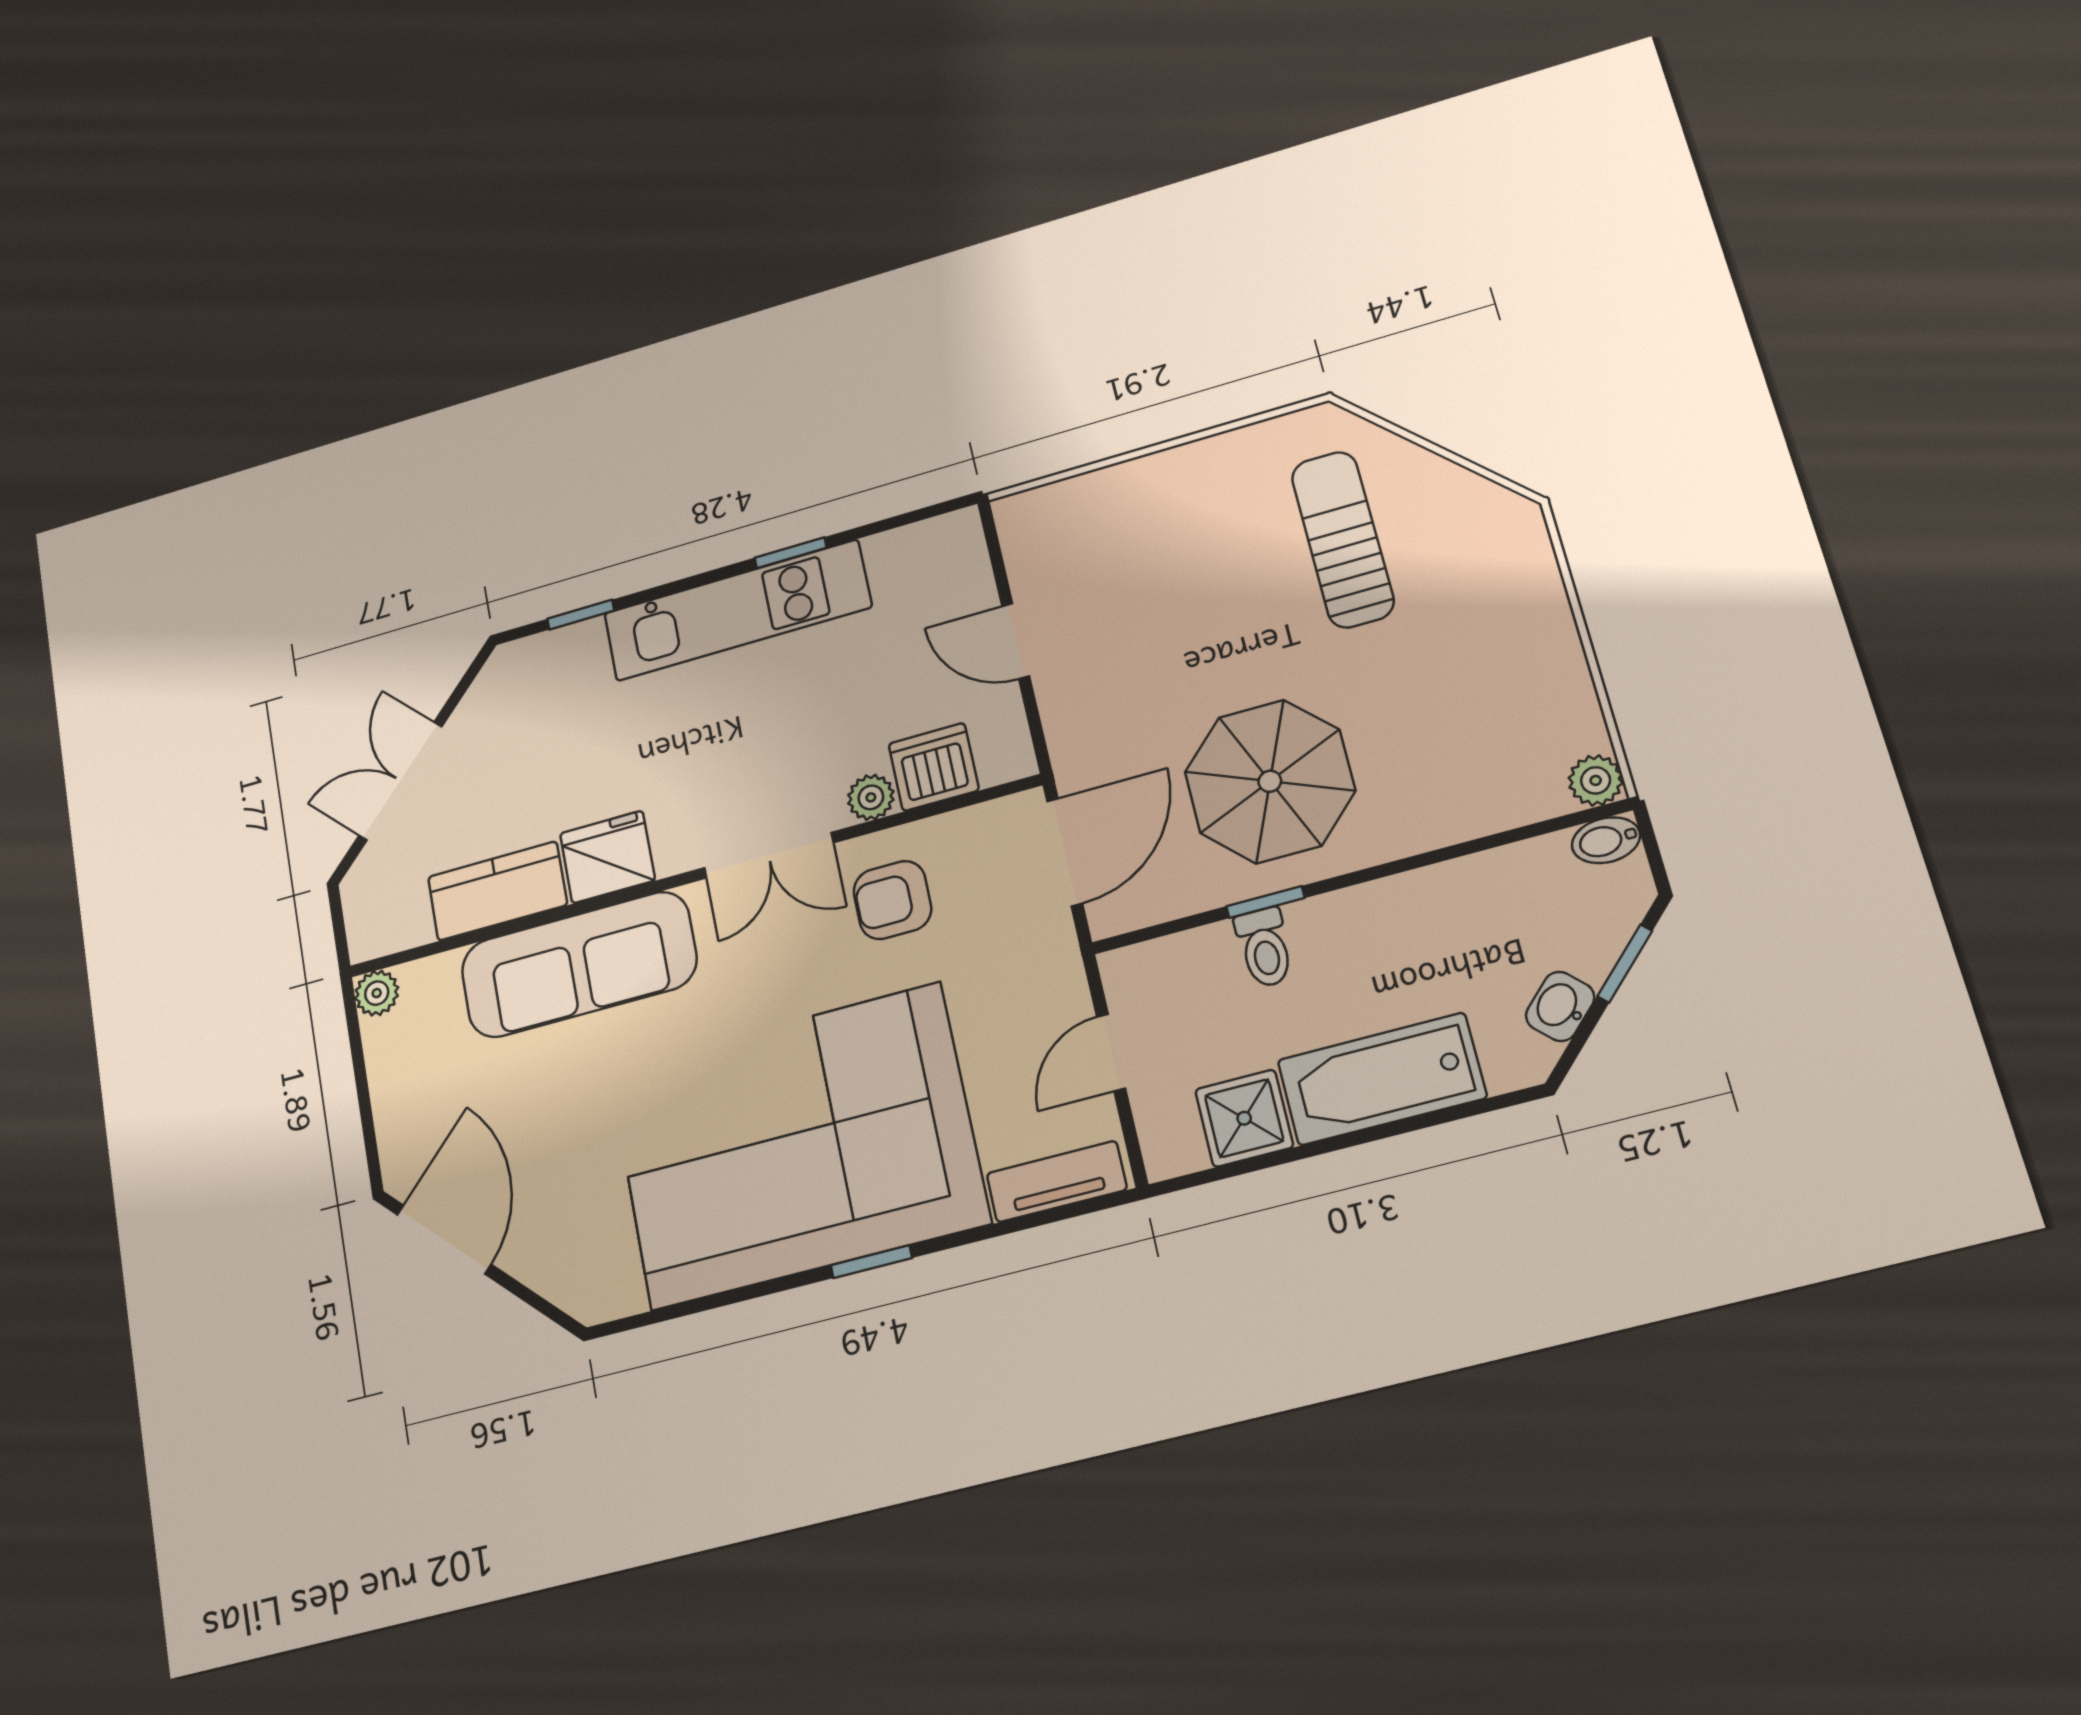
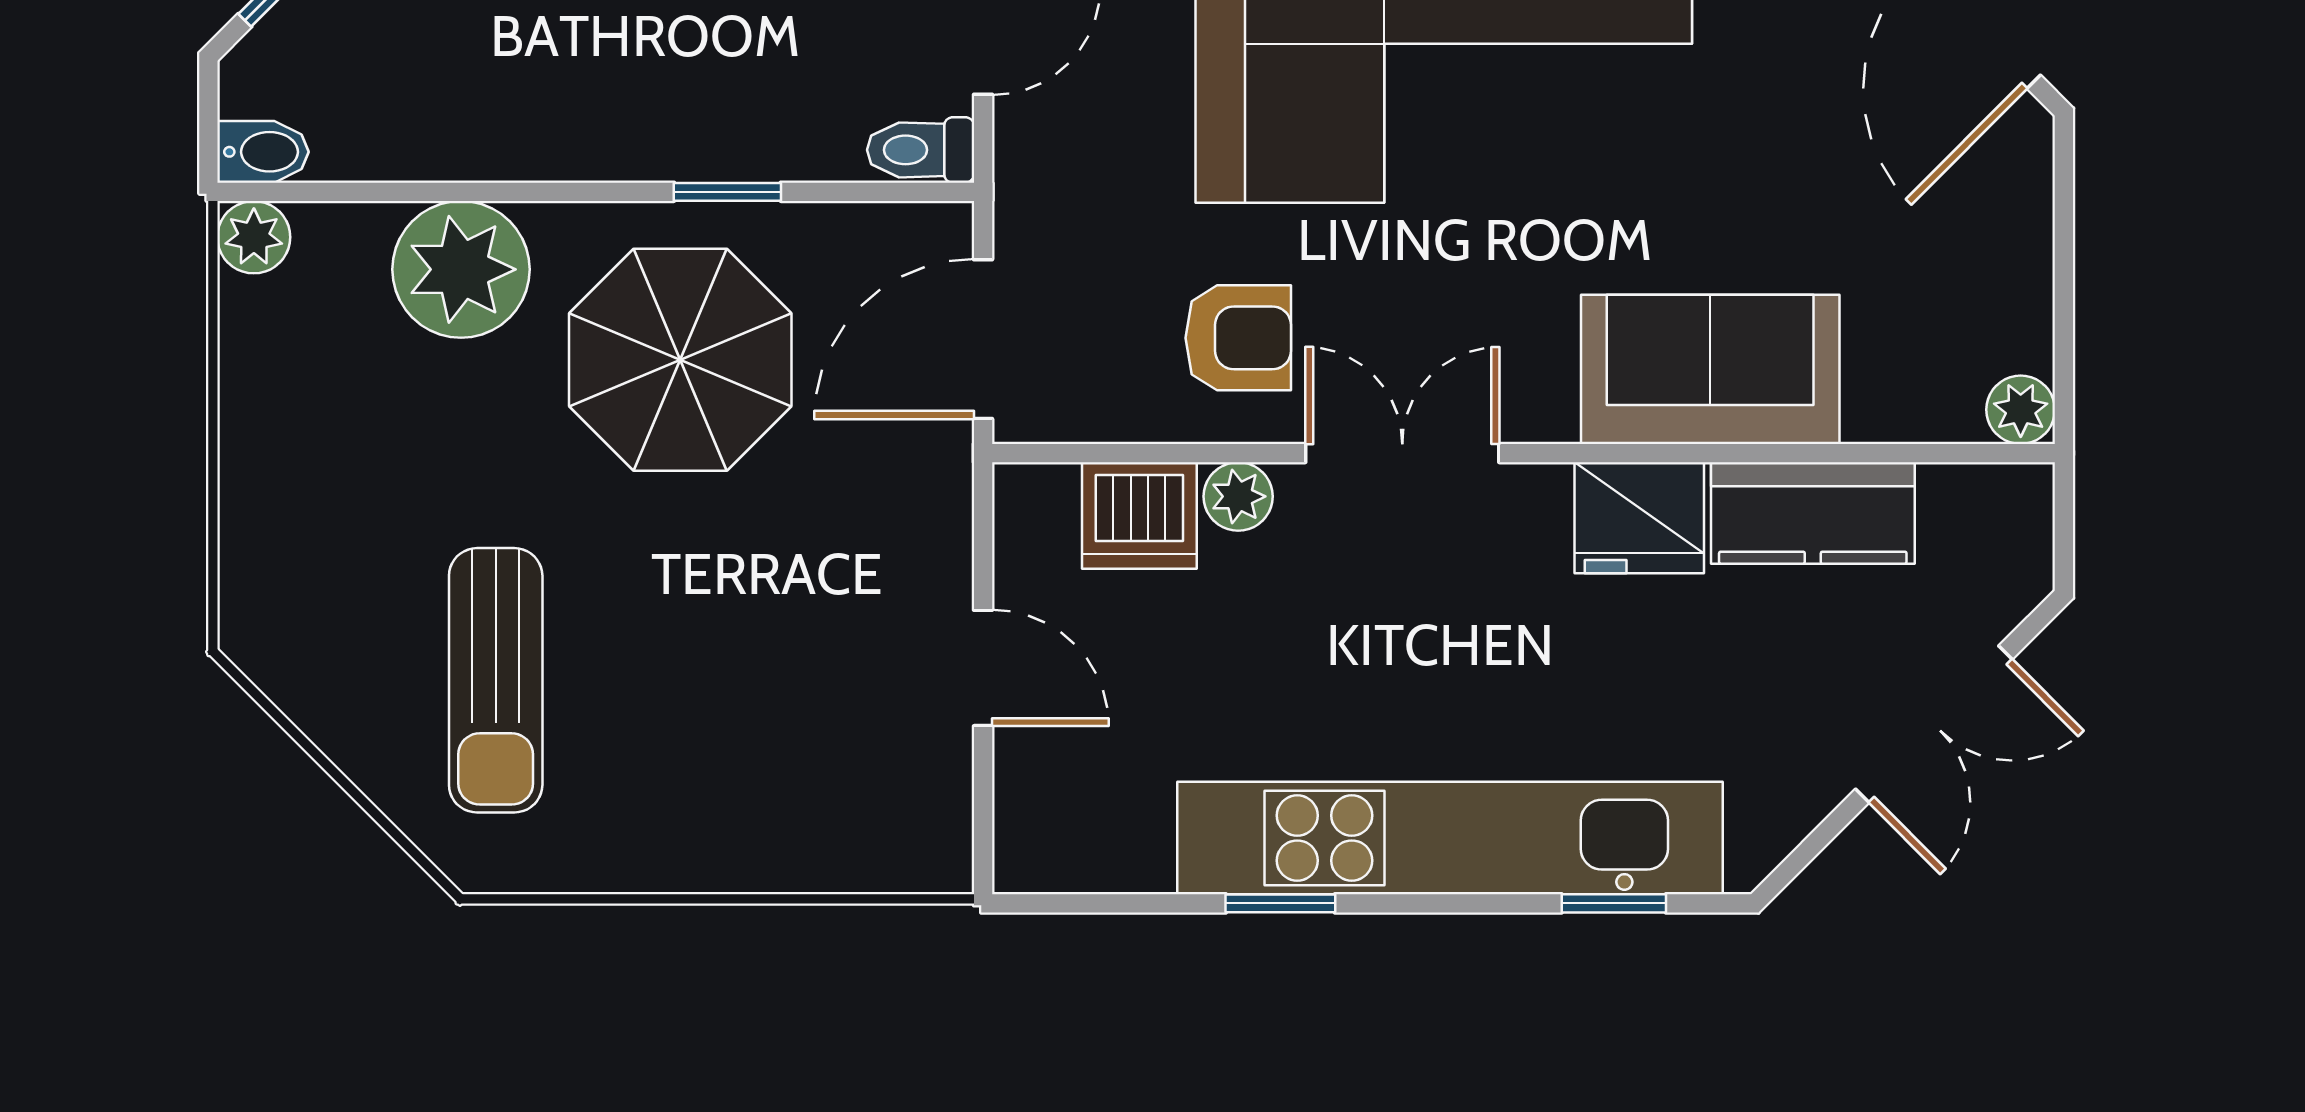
kitchen unit: (737, 610) -> (1450, 838), width x1.36
plant: (1440, 799) -> (461, 269), added
toilet: (1264, 948) -> (921, 150), moved, turned -90
sofa: (579, 965) -> (1710, 369), width x0.73

